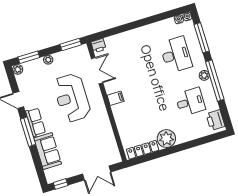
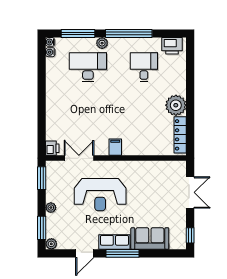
plant: (204, 75) -> (102, 43), moved

